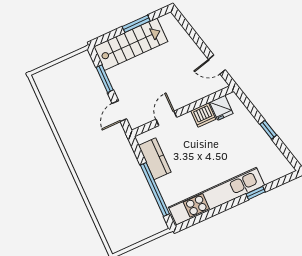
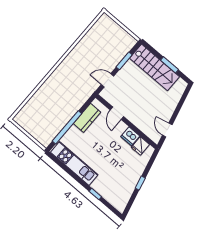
door: (166, 118) -> (117, 113), swing flipped
kitchen unit: (217, 196) -> (74, 164), width x0.73

